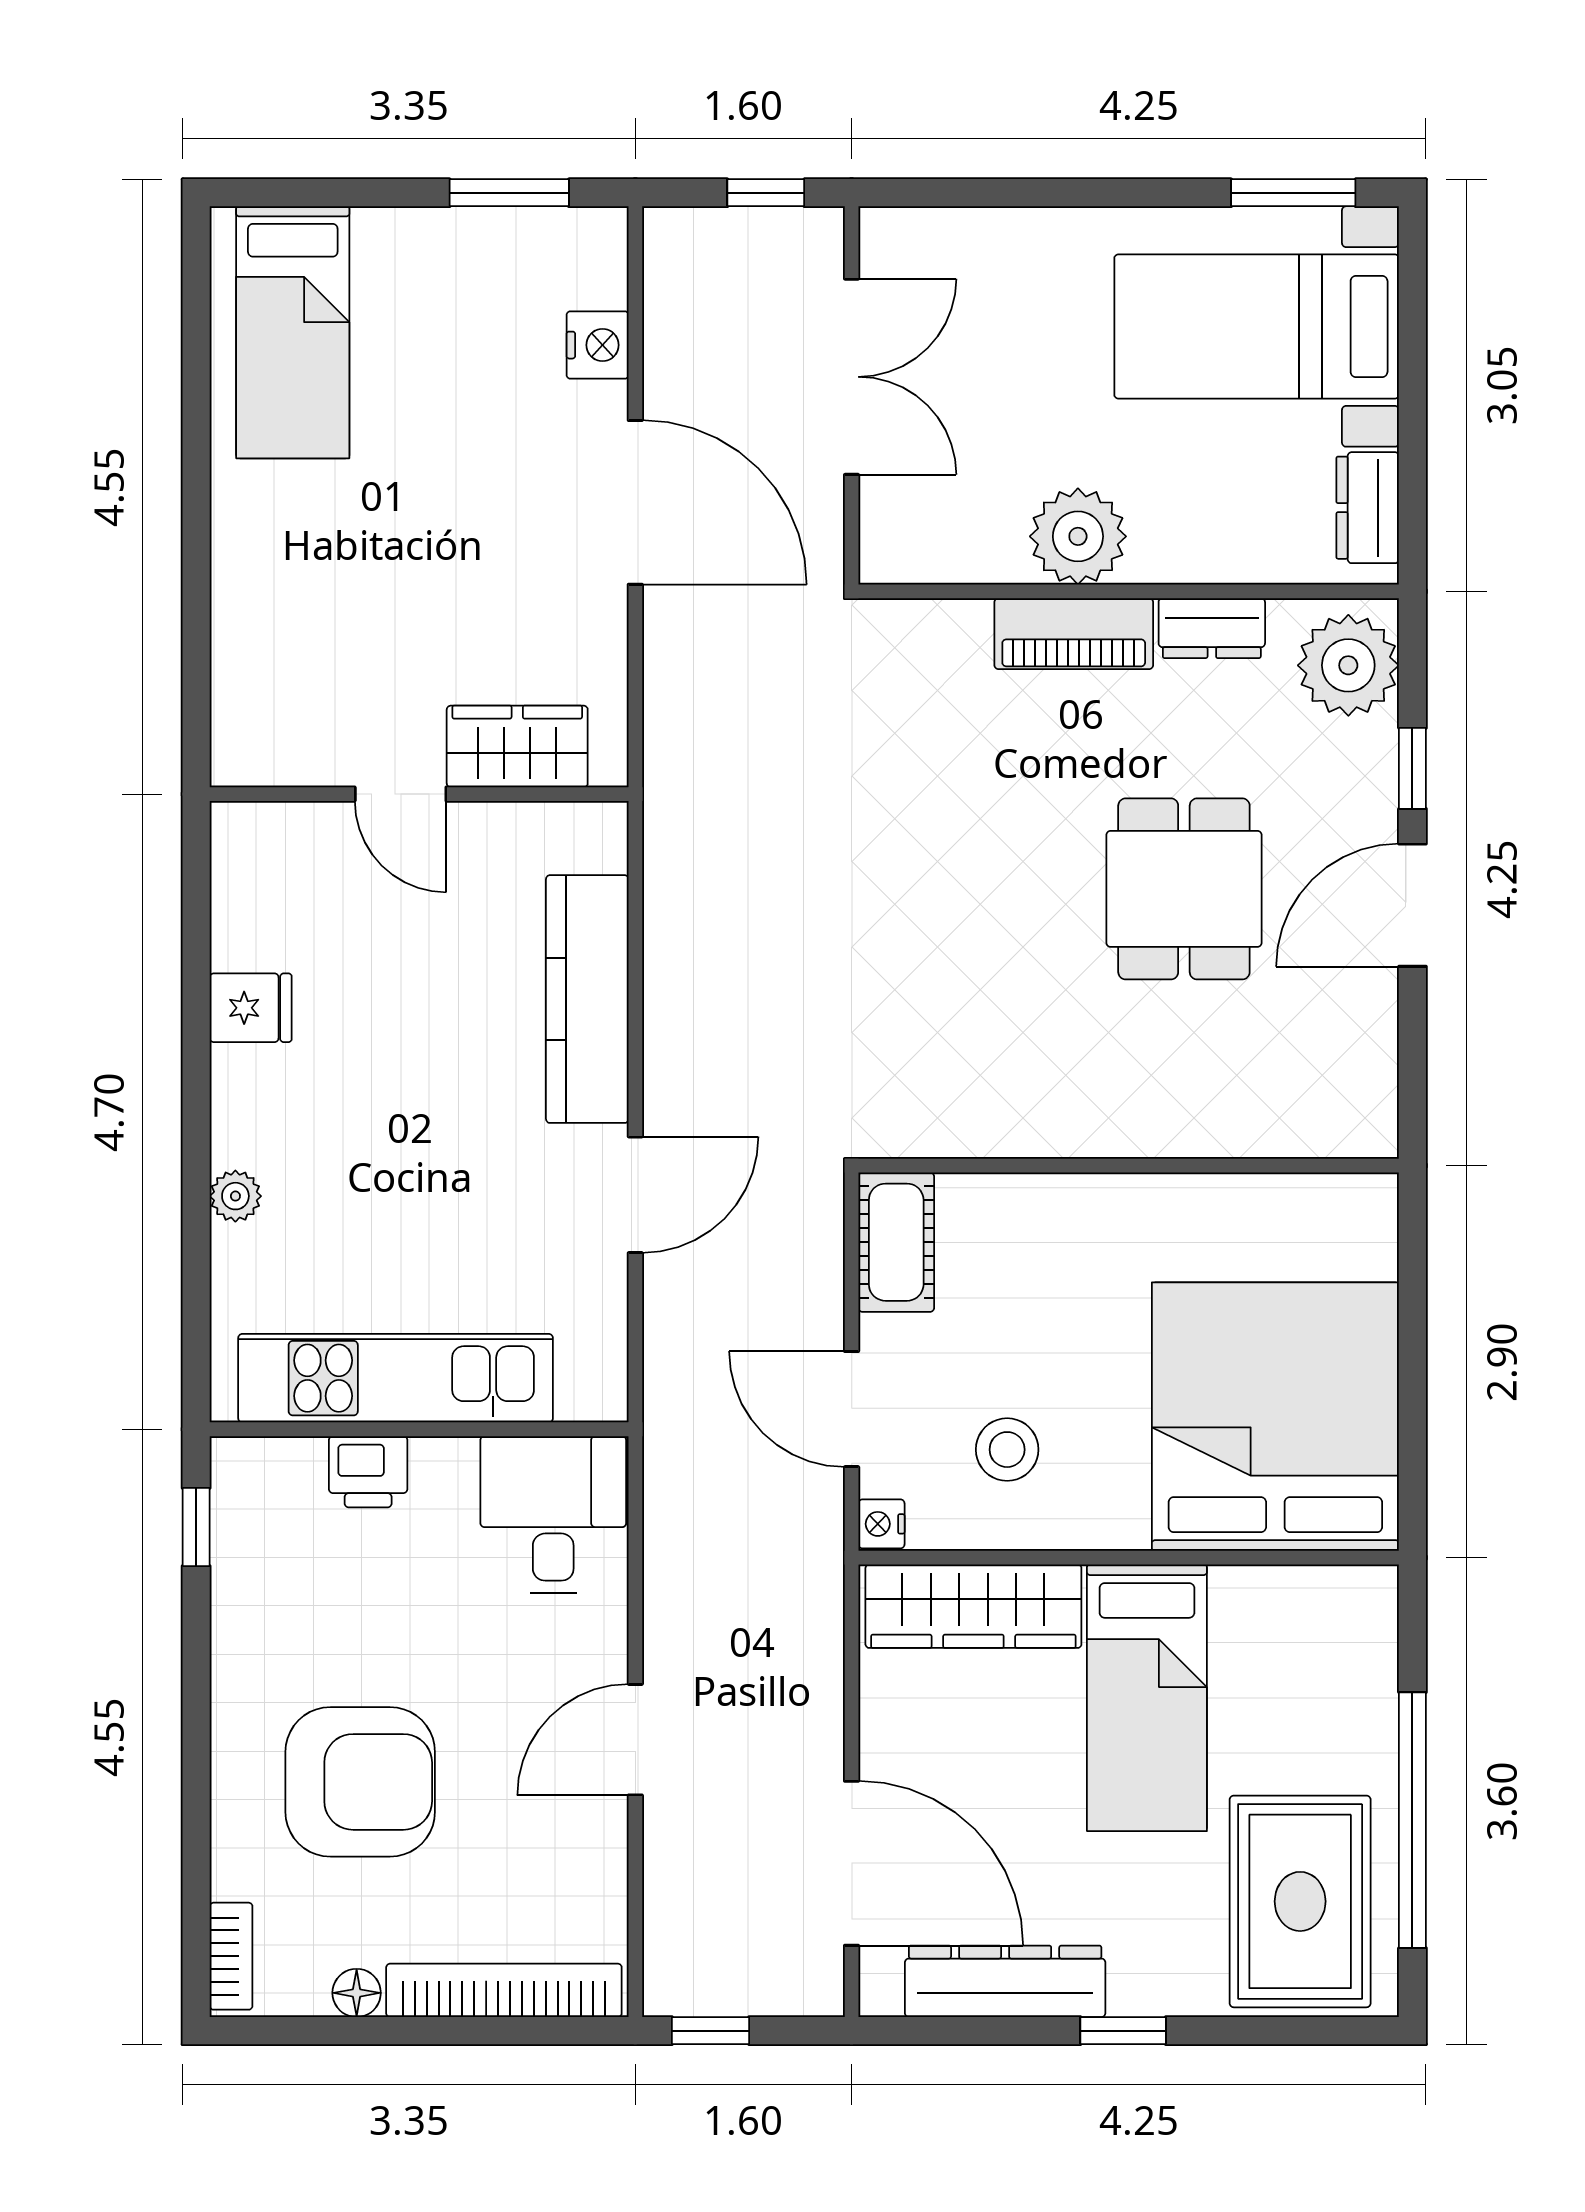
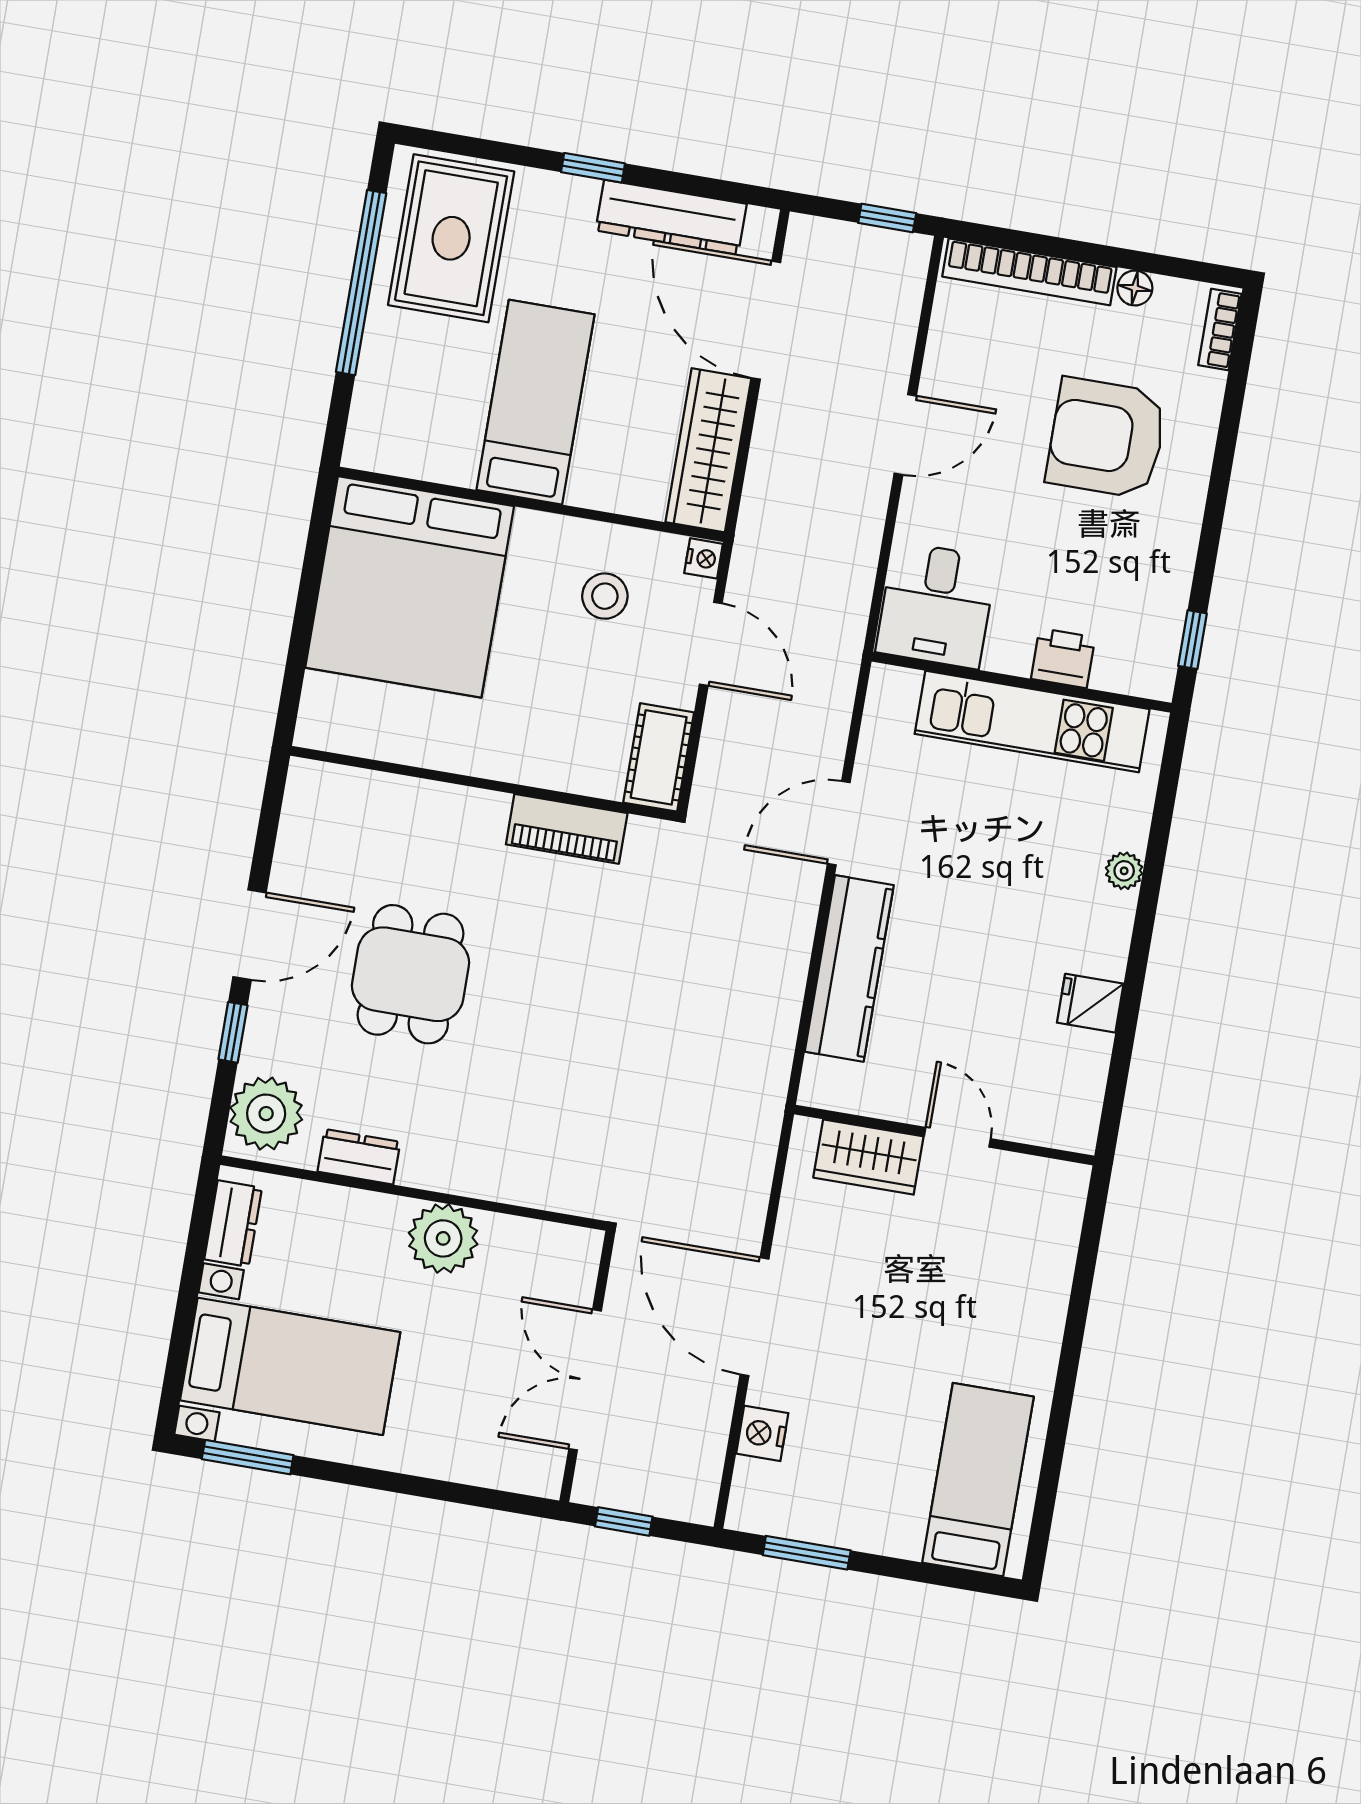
piano: (1074, 634) -> (567, 829), moved, turned 180
wardrobe: (973, 1606) -> (708, 450), moved, turned -90

